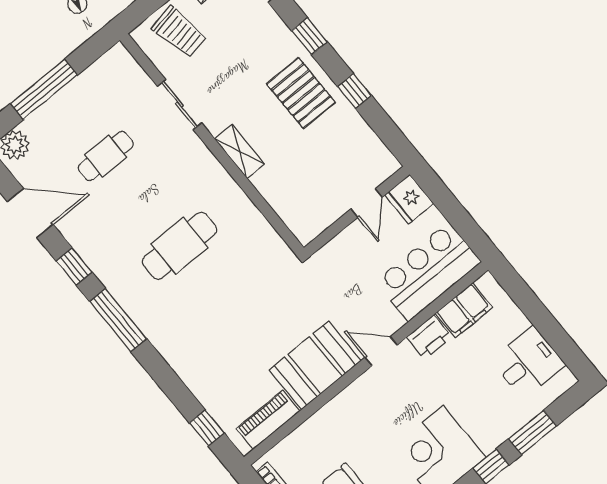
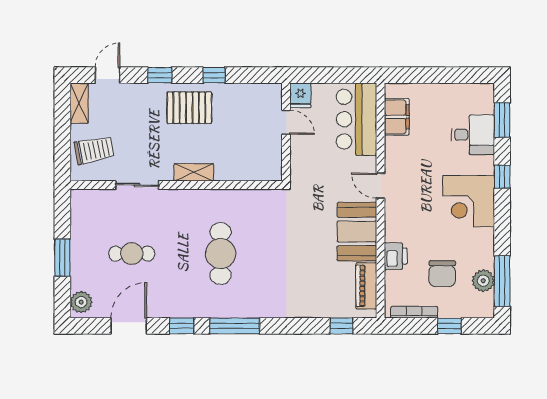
window: (44, 89) -> (62, 258), width x0.69
cafe table: (106, 156) -> (132, 254), turned 90
fridge: (409, 199) -> (300, 95), width x0.72
printer: (429, 337) -> (396, 256), moved
door: (381, 351) -> (381, 186), hinge flipped
desk: (528, 363) -> (473, 135), moved, turned 90
window: (533, 432) -> (502, 120), moved

